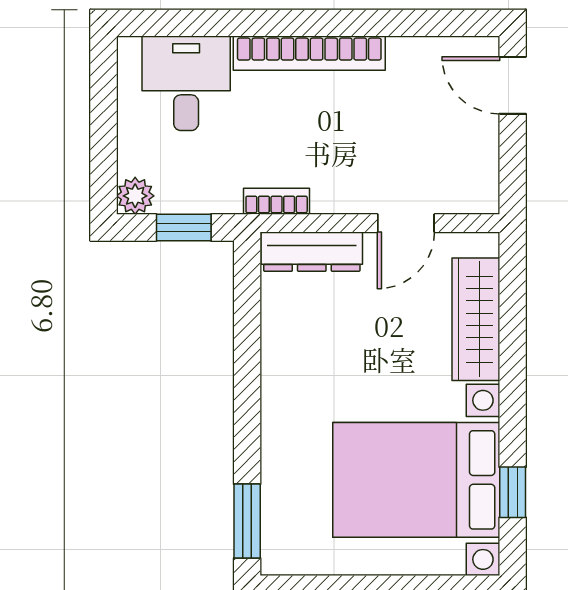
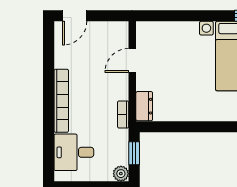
door: (406, 223) -> (132, 60), swing flipped
dresser: (312, 252) -> (144, 106), width x0.70
wardrobe: (476, 319) -> (172, 31), removed

